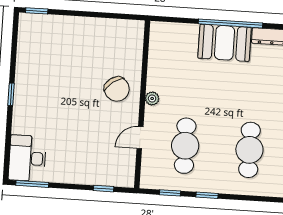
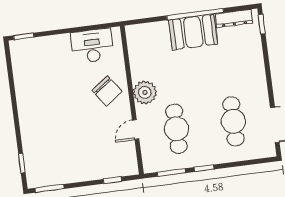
window: (11, 94) -> (22, 163), moved
plant: (152, 98) -> (145, 92), width x1.87, depth x1.87
desk: (27, 158) -> (92, 46), moved, turned 90
window: (170, 193) -> (171, 173), width x1.50

